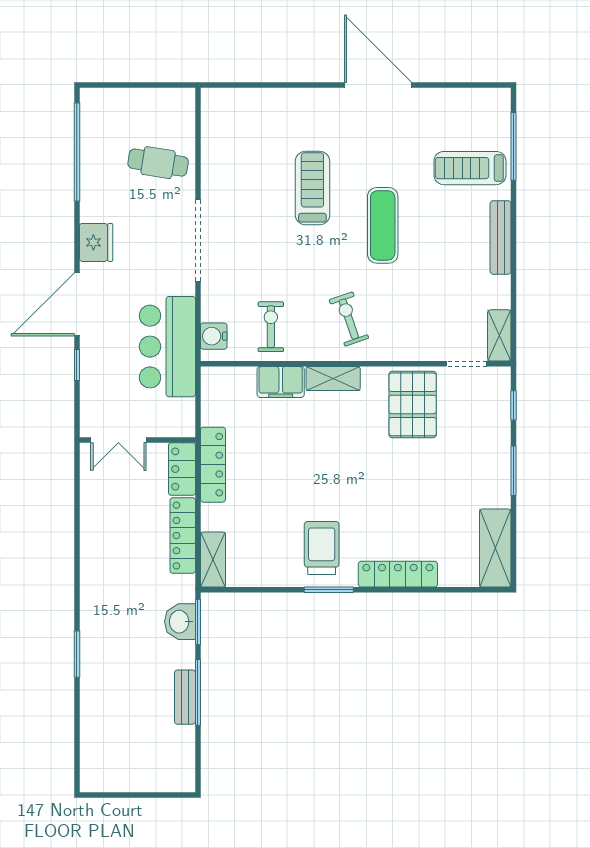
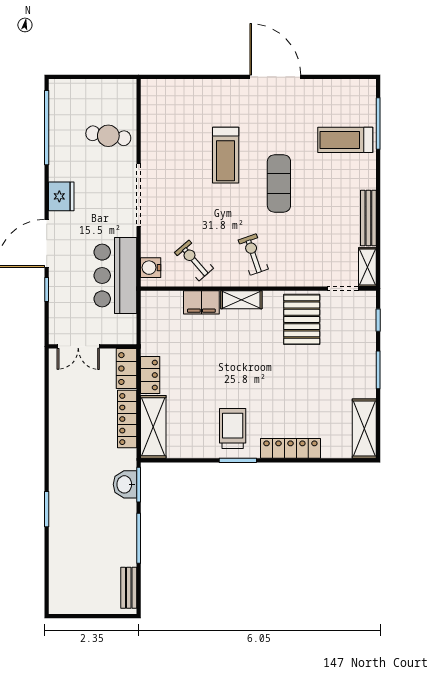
treadmill: (312, 188) -> (226, 155), turned 180
bench: (501, 237) -> (368, 218), moved
exercise bike: (271, 327) -> (194, 260), turned -41
locker: (213, 465) -> (150, 375), width x0.66
shelving: (213, 560) -> (153, 427), width x1.50, depth x1.33
bench: (185, 697) -> (129, 588), moved

